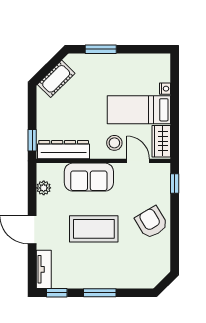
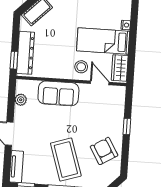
dresser: (64, 150) -> (26, 53), moved, turned 90
window: (175, 184) -> (127, 126), moved
armchair: (152, 222) -> (104, 151), moved
coffee table: (94, 229) -> (66, 160), moved, turned 72

